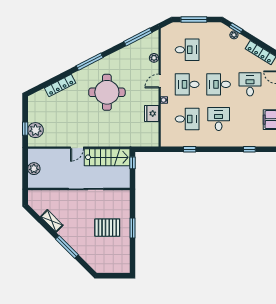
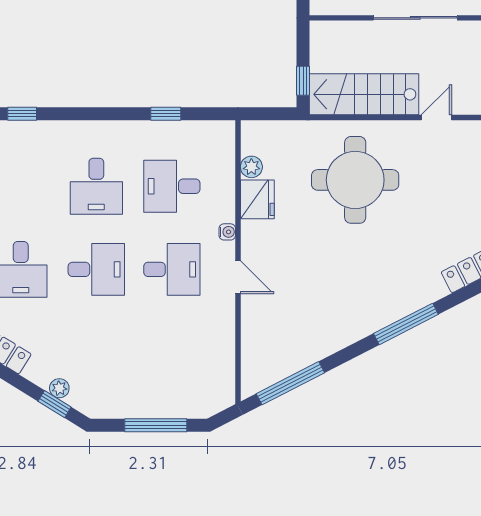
desk: (187, 50) -> (172, 353), removed
plant: (154, 58) -> (251, 167), moved
door: (160, 81) -> (238, 277), hinge flipped
round table: (107, 92) -> (355, 180), moved

